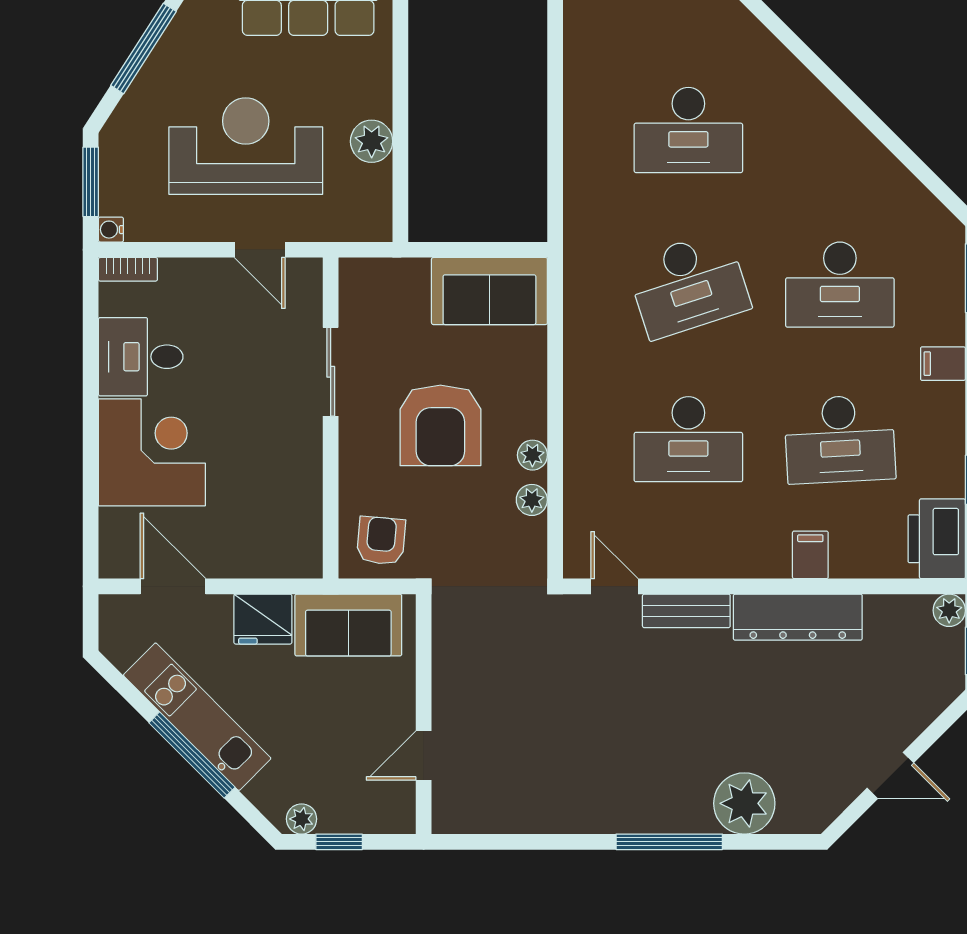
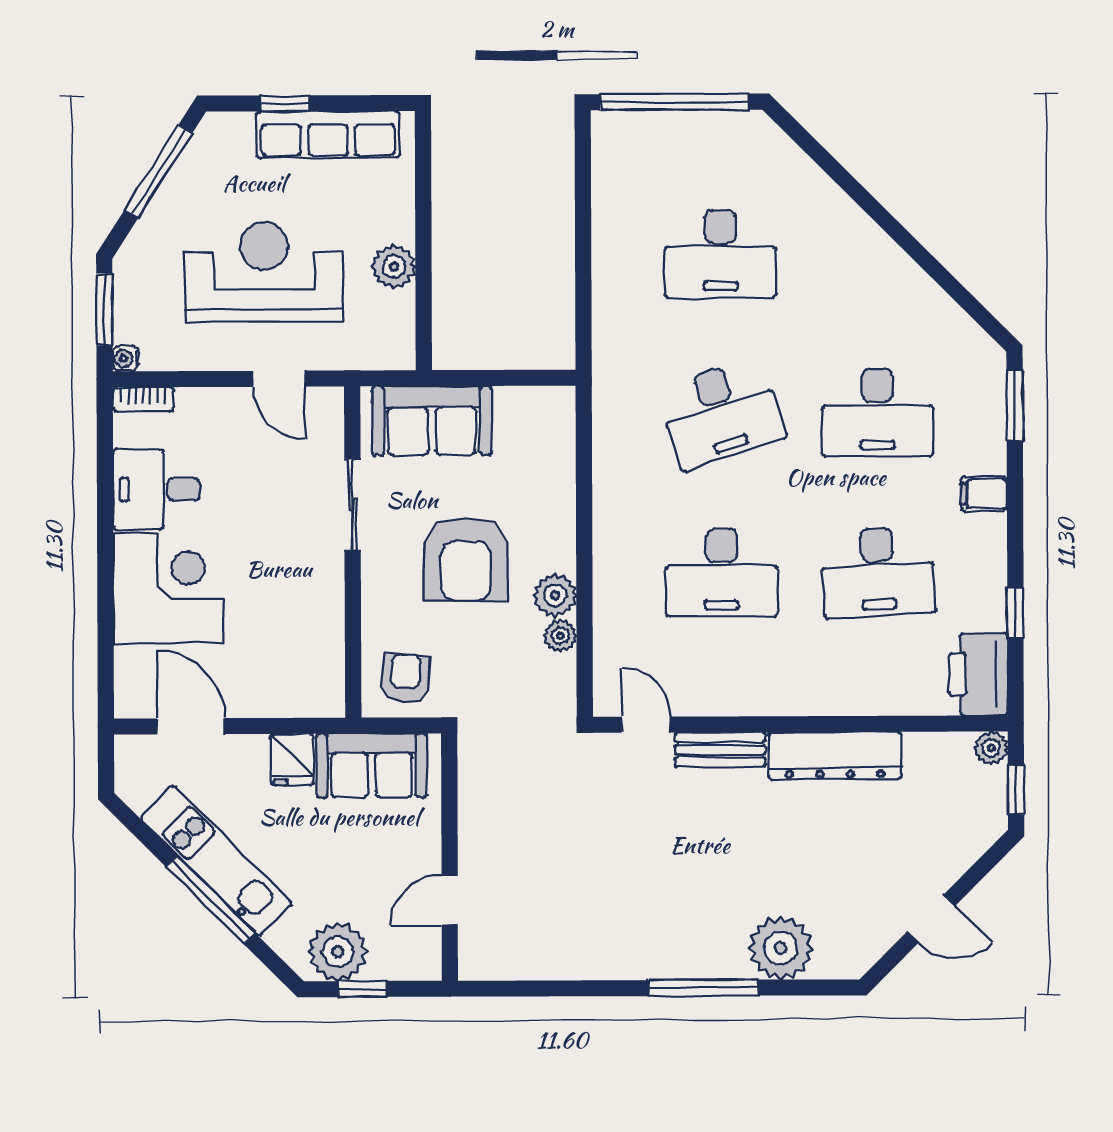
sofa: (489, 291) -> (432, 421), moved
plant: (532, 455) -> (555, 595), width x1.38, depth x1.38
filing cabinet: (810, 555) -> (848, 691), removed
fridge: (263, 619) -> (292, 760), width x0.72
plant: (302, 819) -> (338, 952), width x1.88, depth x1.88

